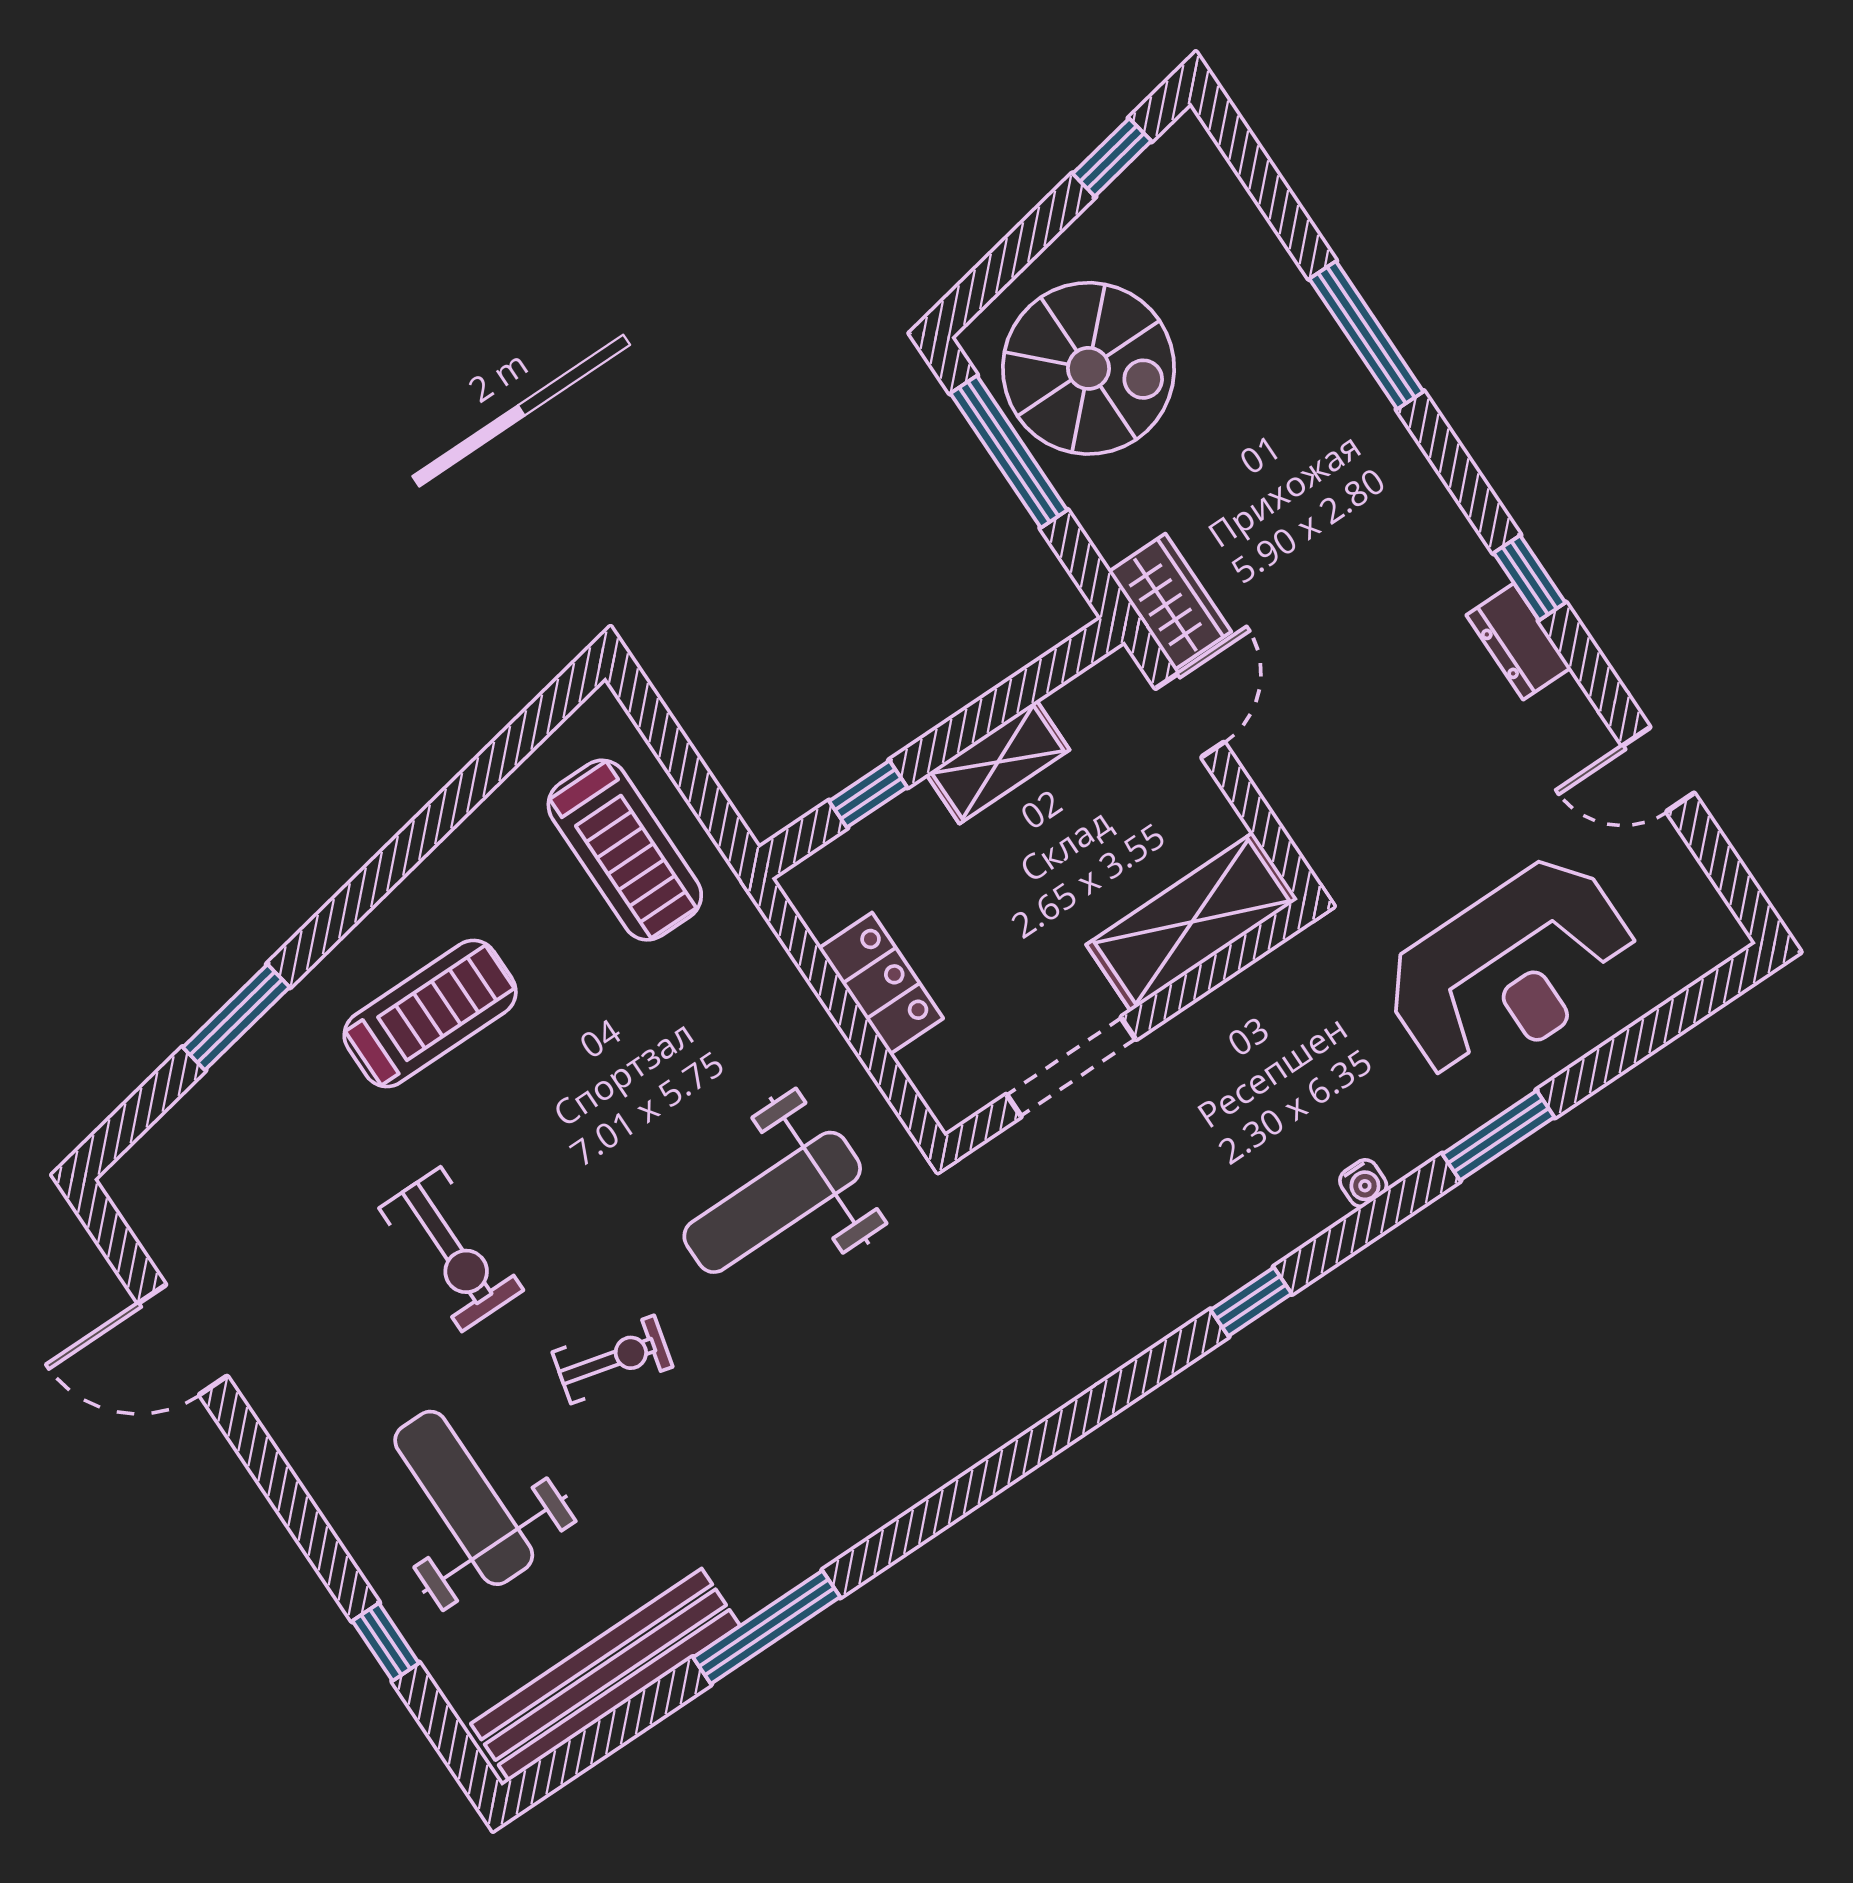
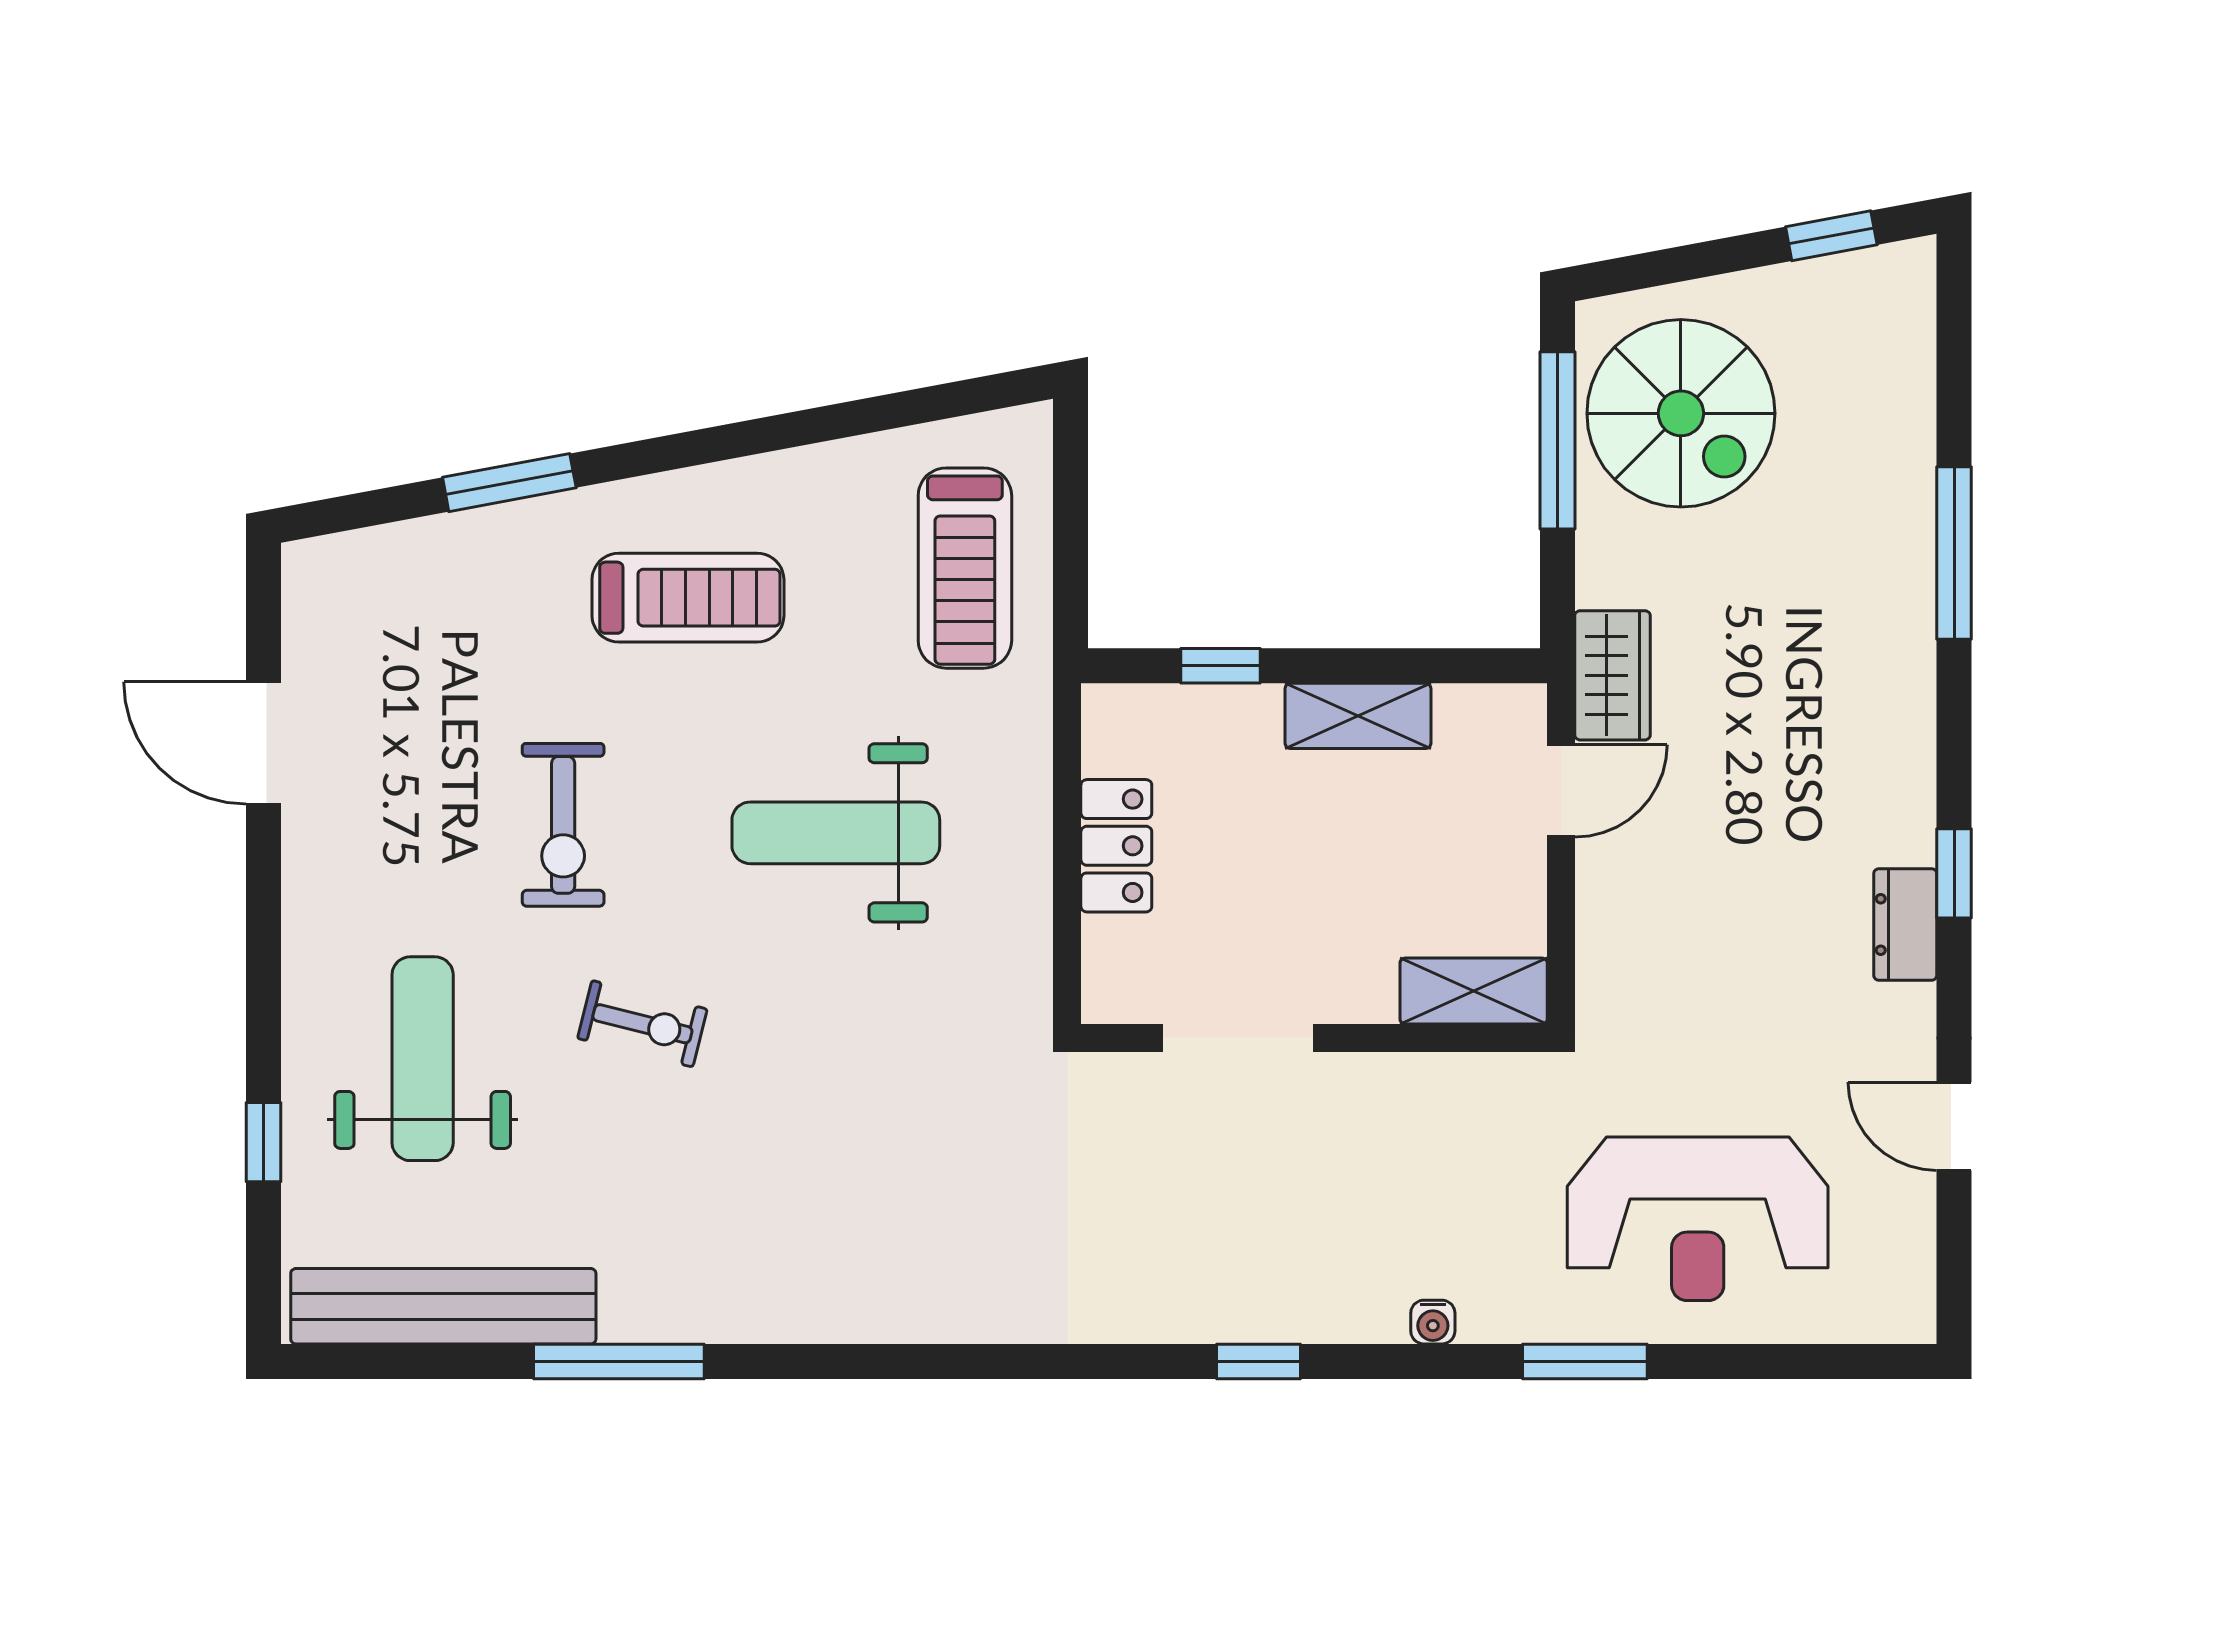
shelving: (1192, 922) -> (1474, 991), width x0.67, depth x0.75
weight bench: (772, 1202) -> (836, 833), moved

